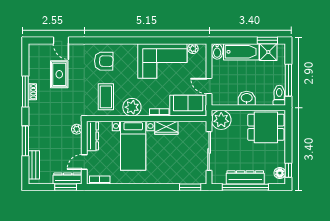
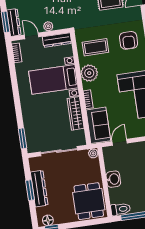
plant: (221, 120) -> (93, 153), width x0.53, depth x0.53
wardrobe: (166, 128) -> (76, 113), width x1.50
plant: (77, 129) -> (48, 26), moved
window: (245, 187) -> (30, 190), width x0.47

